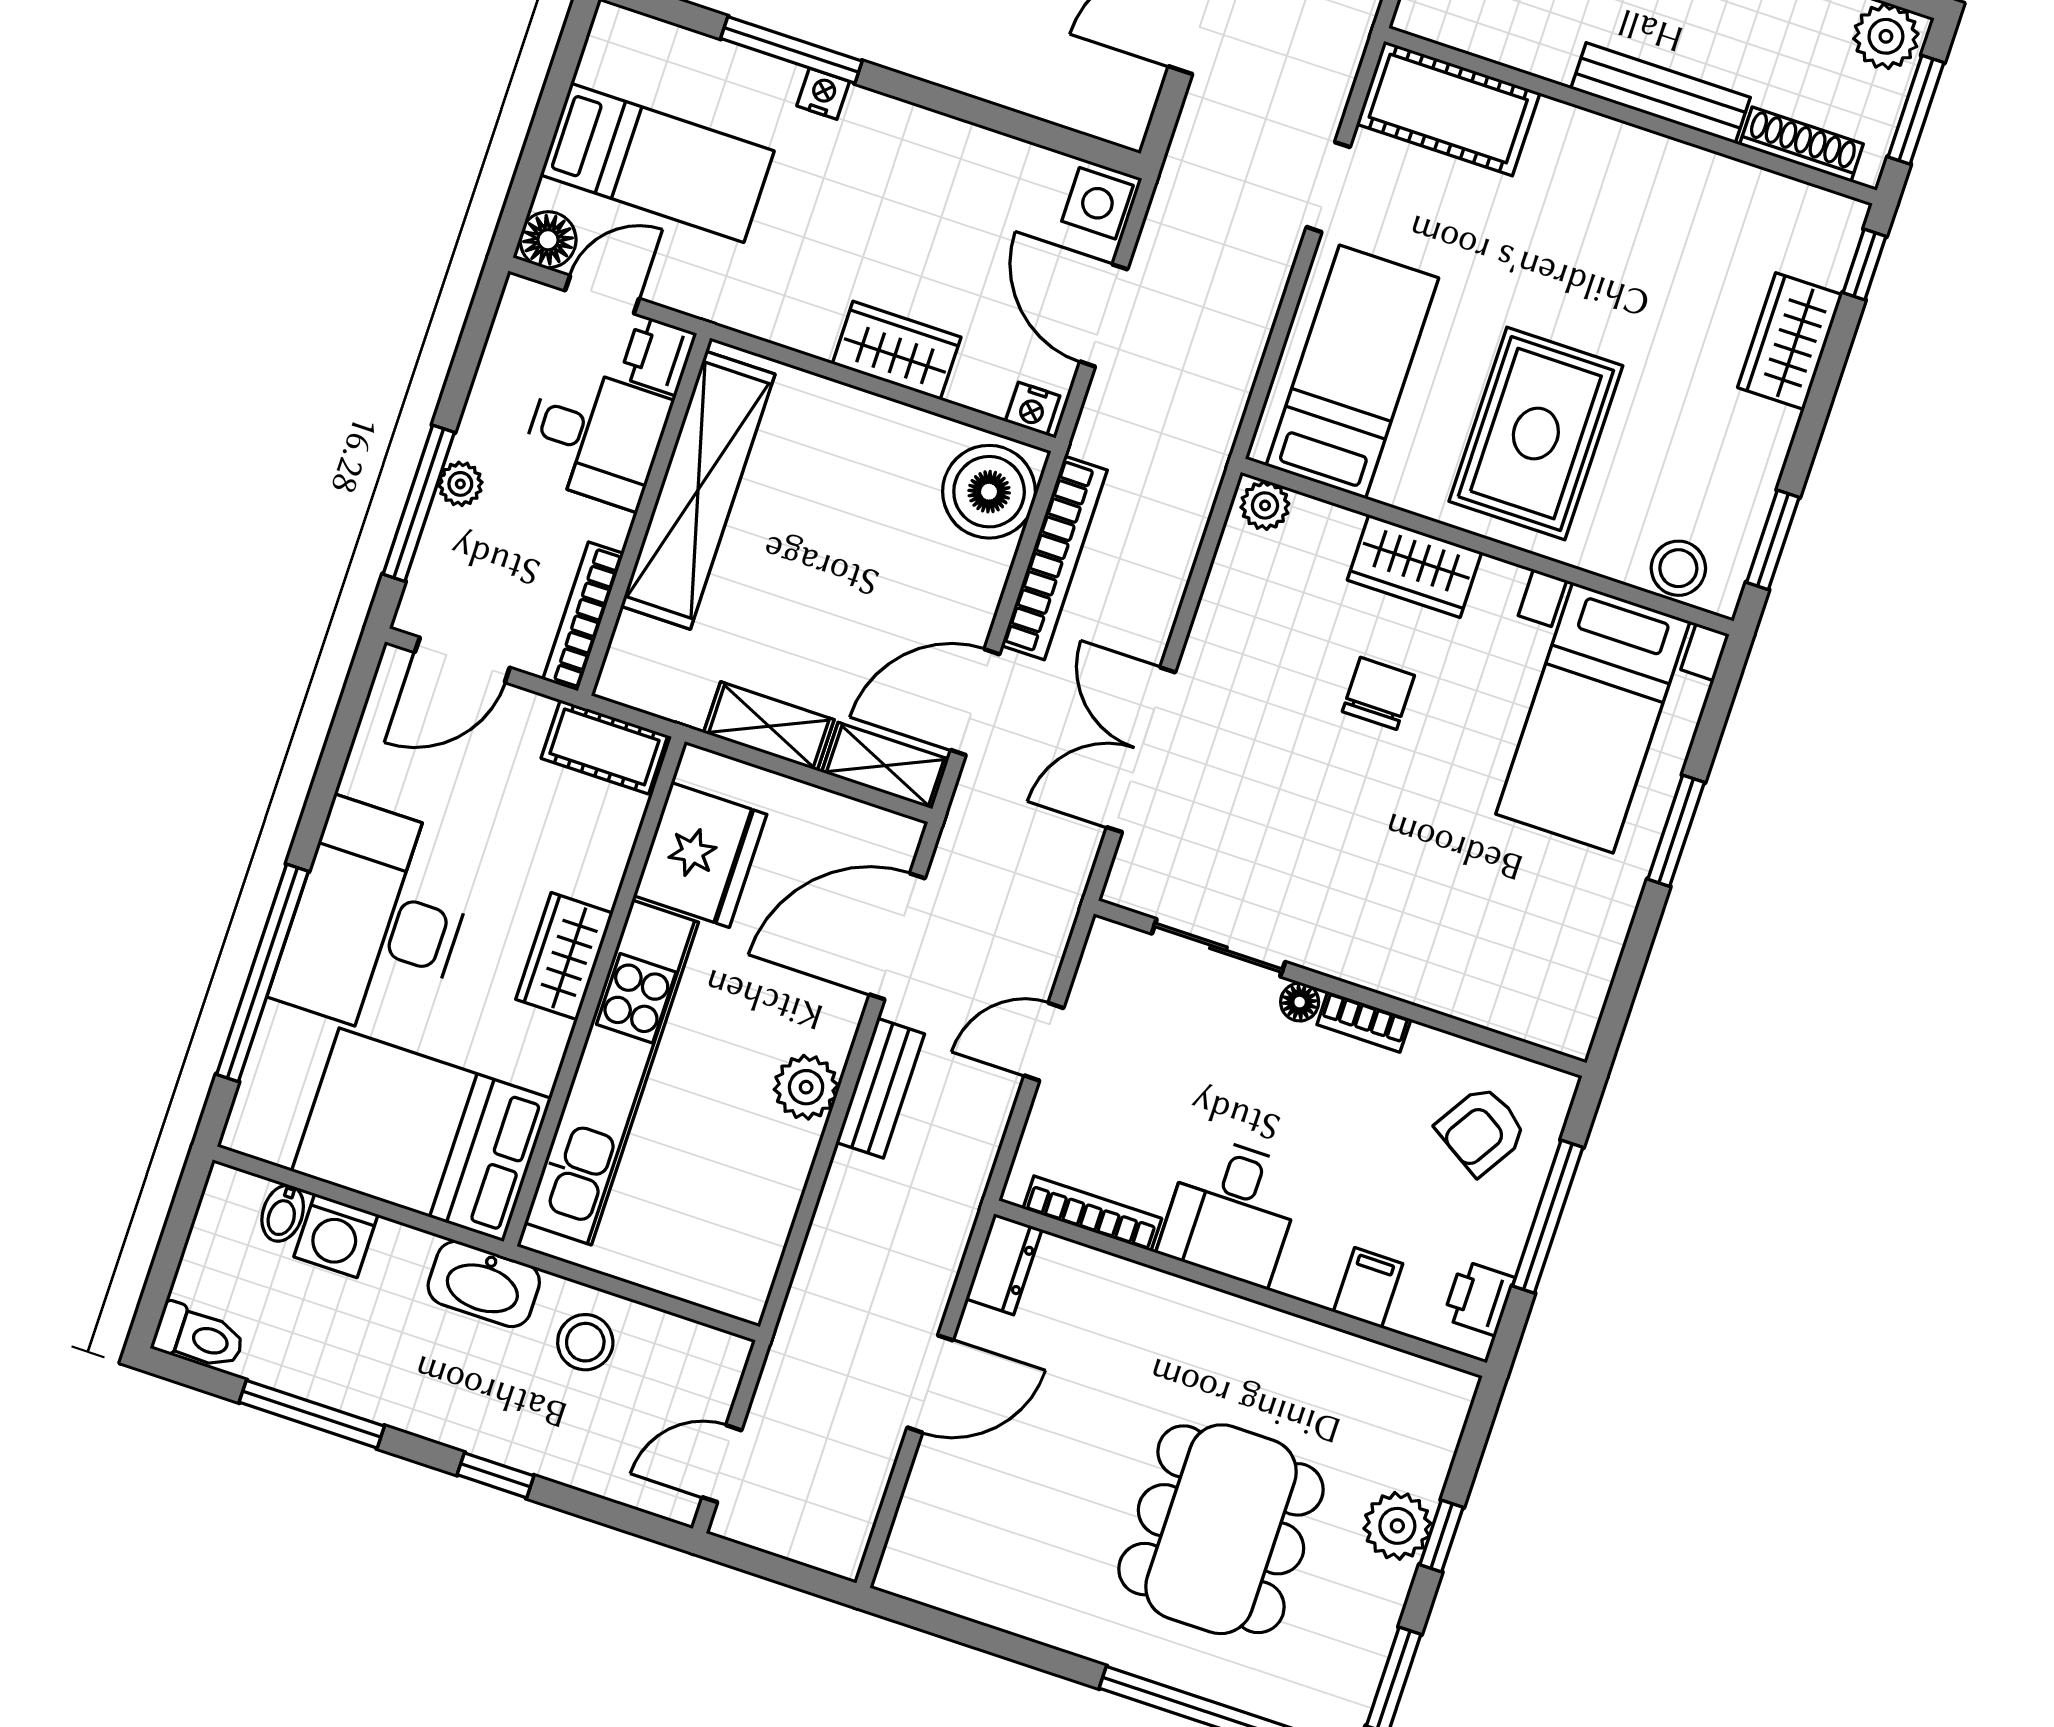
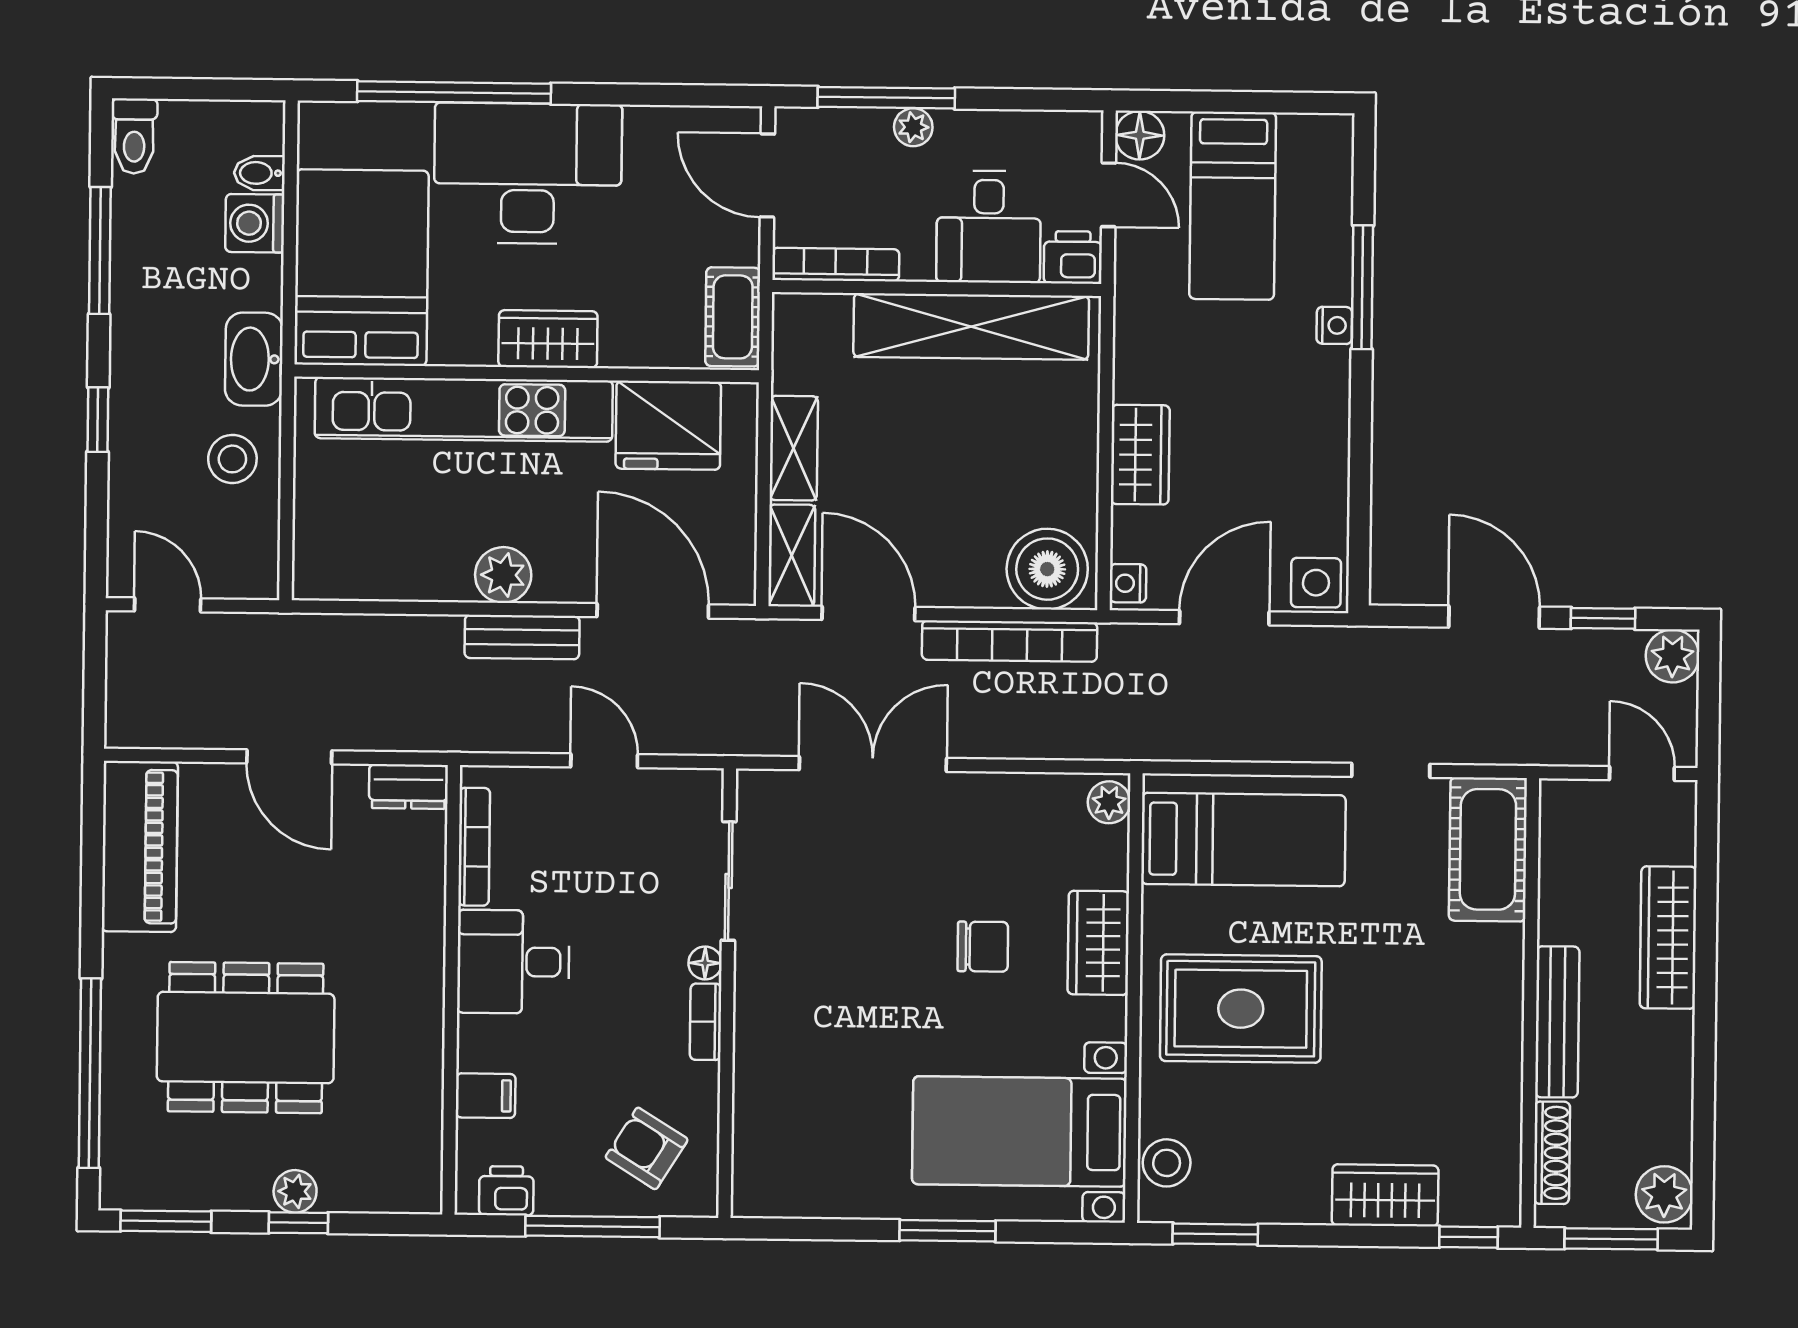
plant: (1397, 1526) -> (295, 1191), width x0.73, depth x0.73
piano: (976, 1578) -> (140, 846), added

